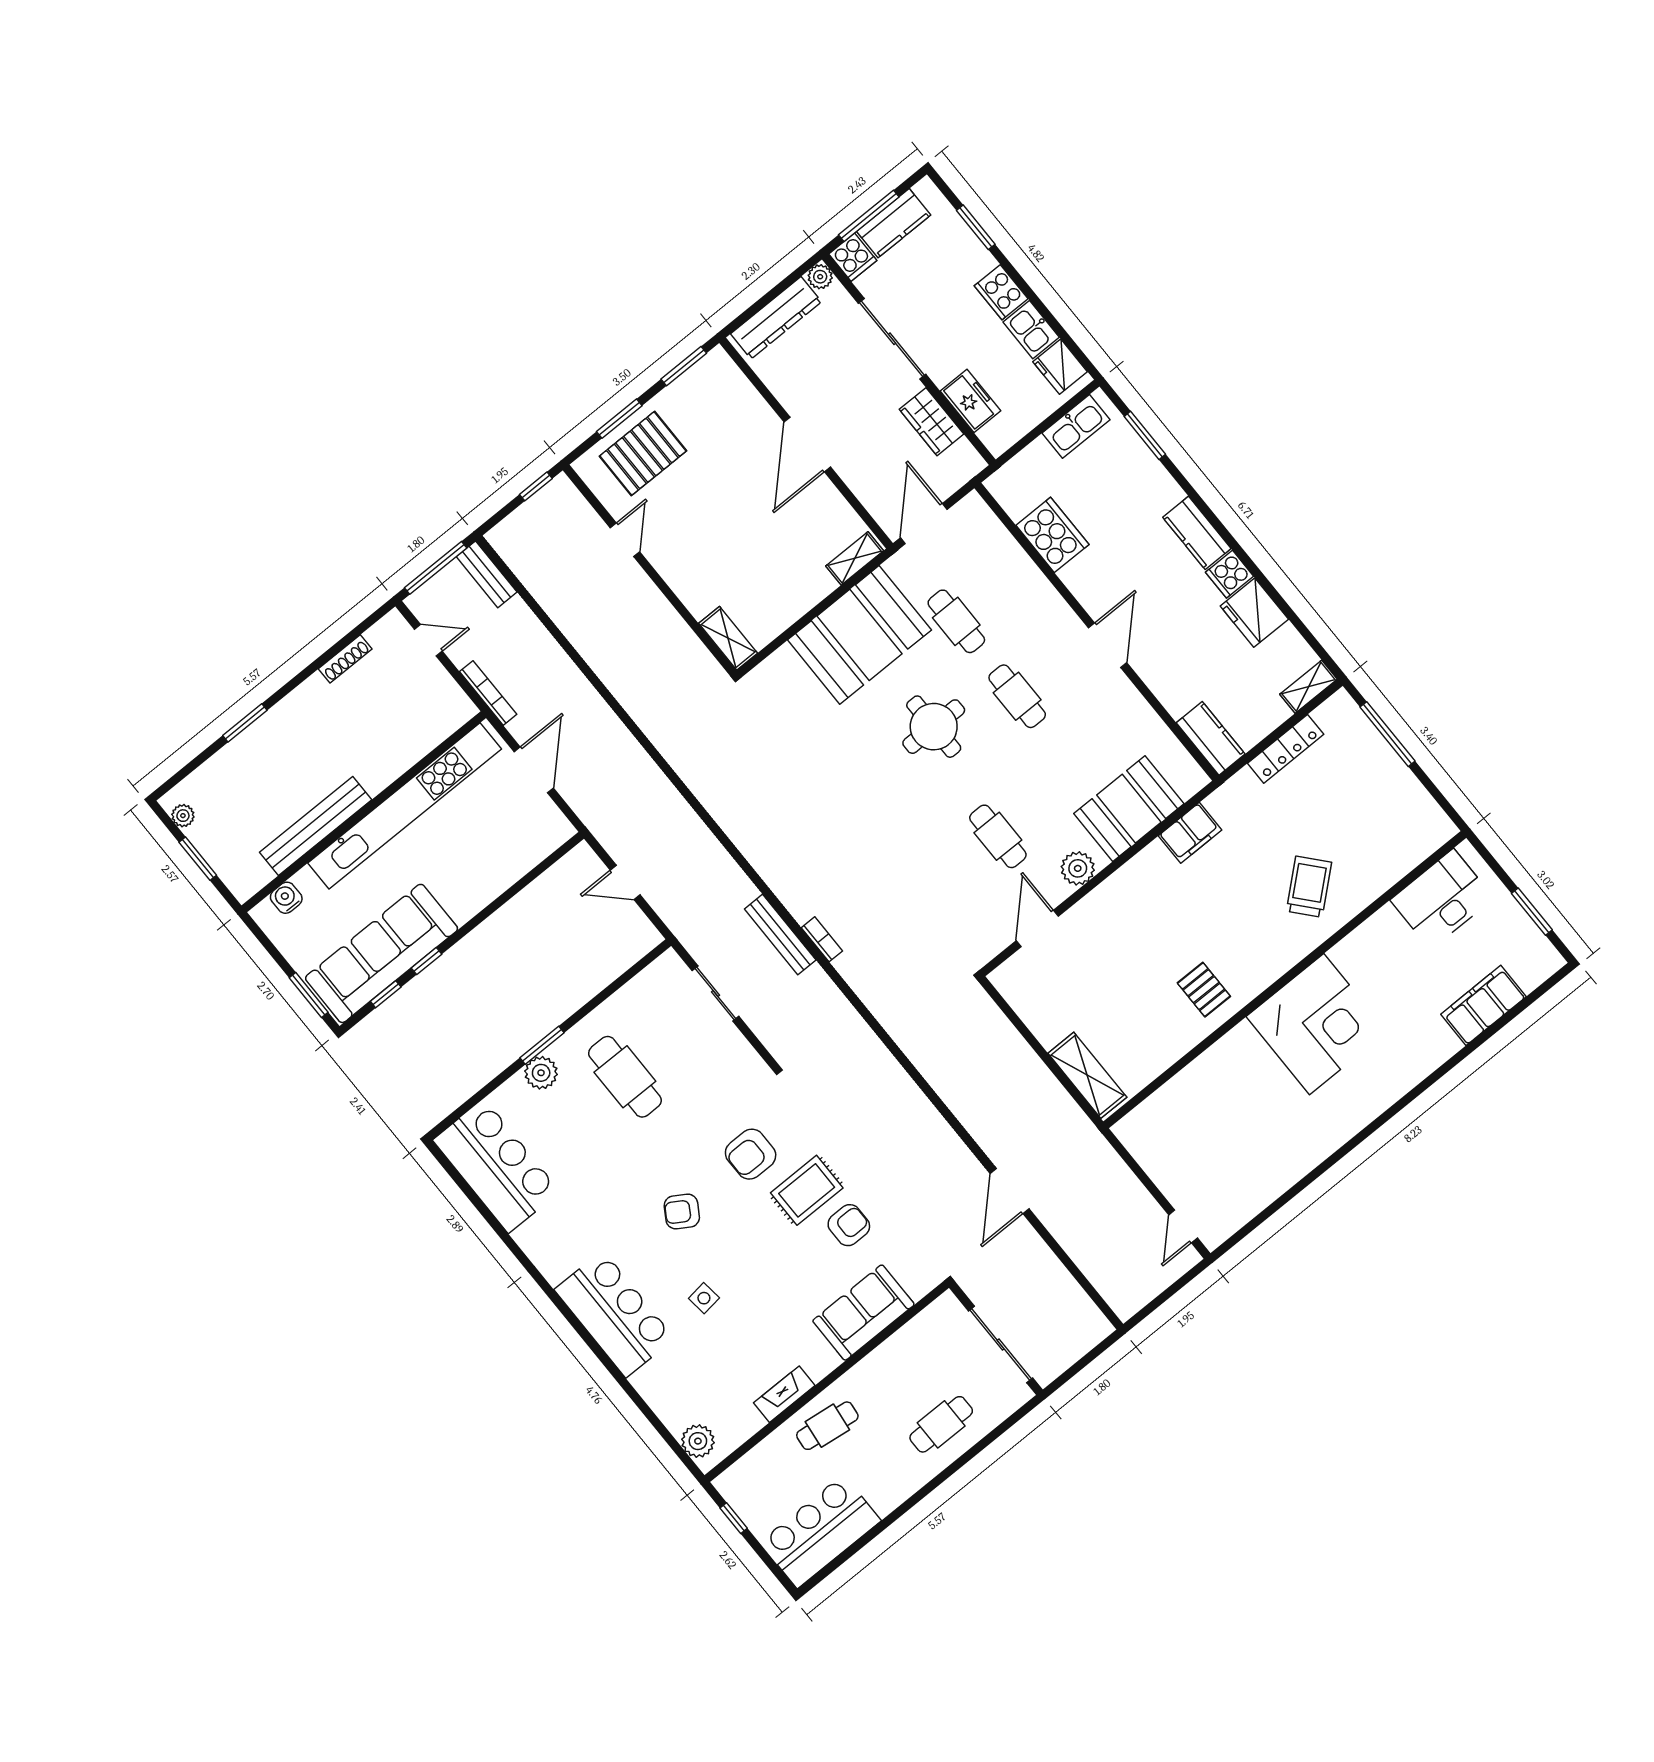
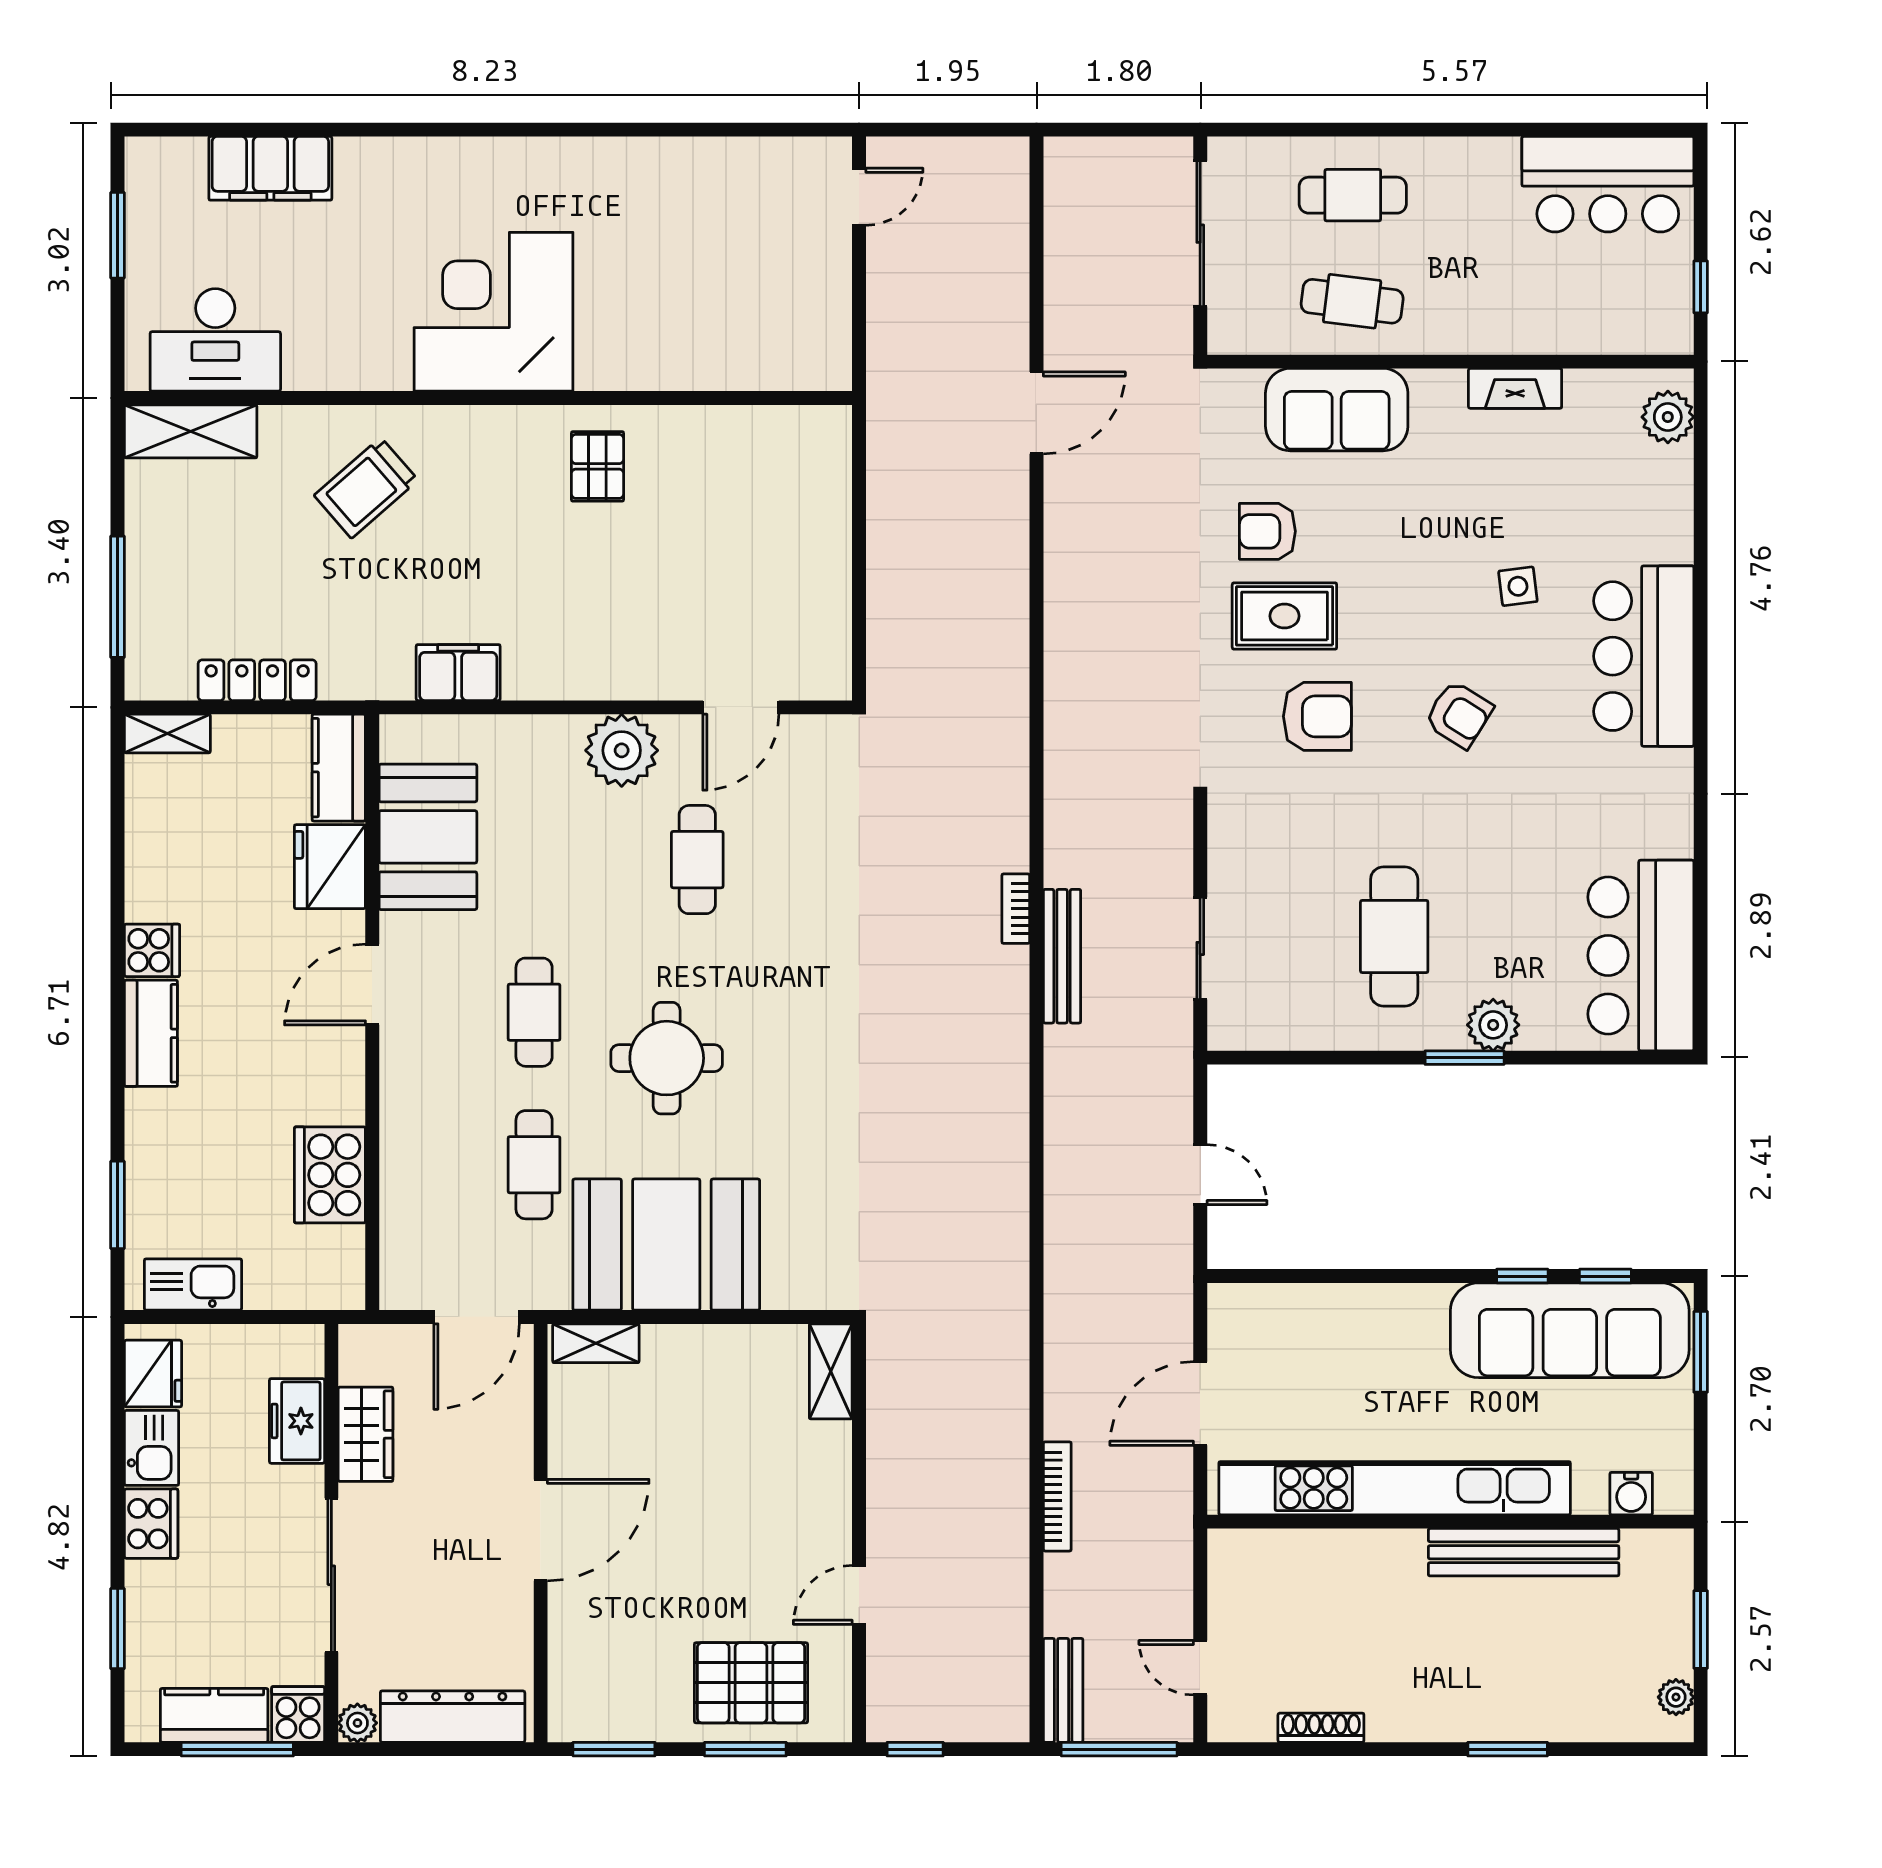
fridge: (1254, 613) -> (330, 867), moved, turned 180
bookcase: (488, 693) -> (1057, 1496), moved, turned 180
booth: (1129, 809) -> (428, 837), moved, turned 90
plant: (1078, 868) -> (622, 750), width x1.36, depth x1.36
shelving: (1087, 1075) -> (191, 431), moved, turned 90
cafe table: (827, 1426) -> (1352, 301), moved

